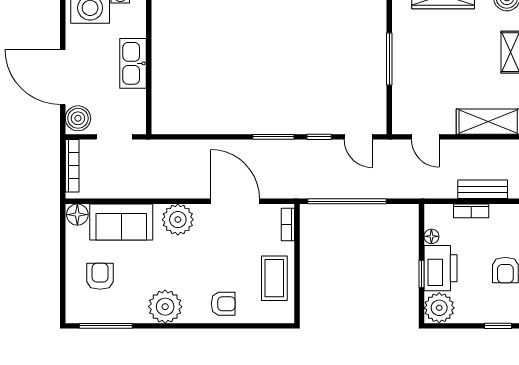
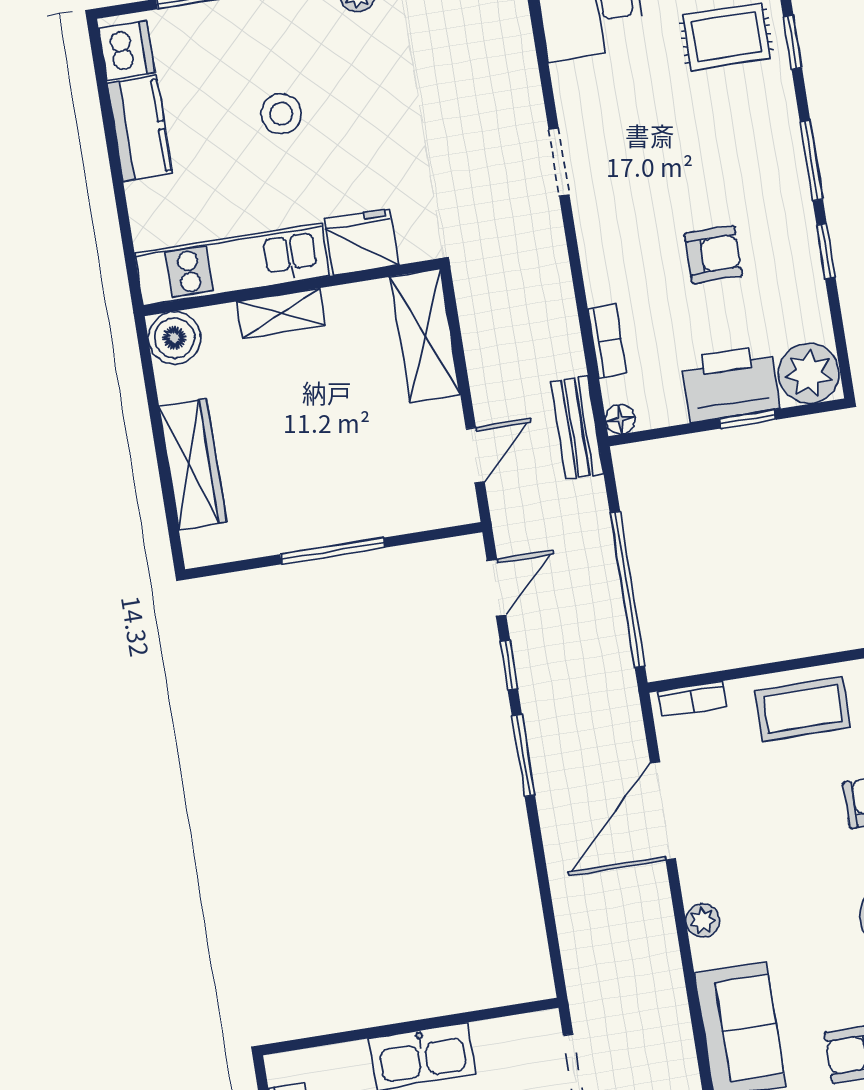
bench: (483, 189) -> (577, 428), moved
plant: (178, 220) -> (703, 921), width x0.53, depth x0.53
floor lamp: (431, 236) -> (620, 419), moved

